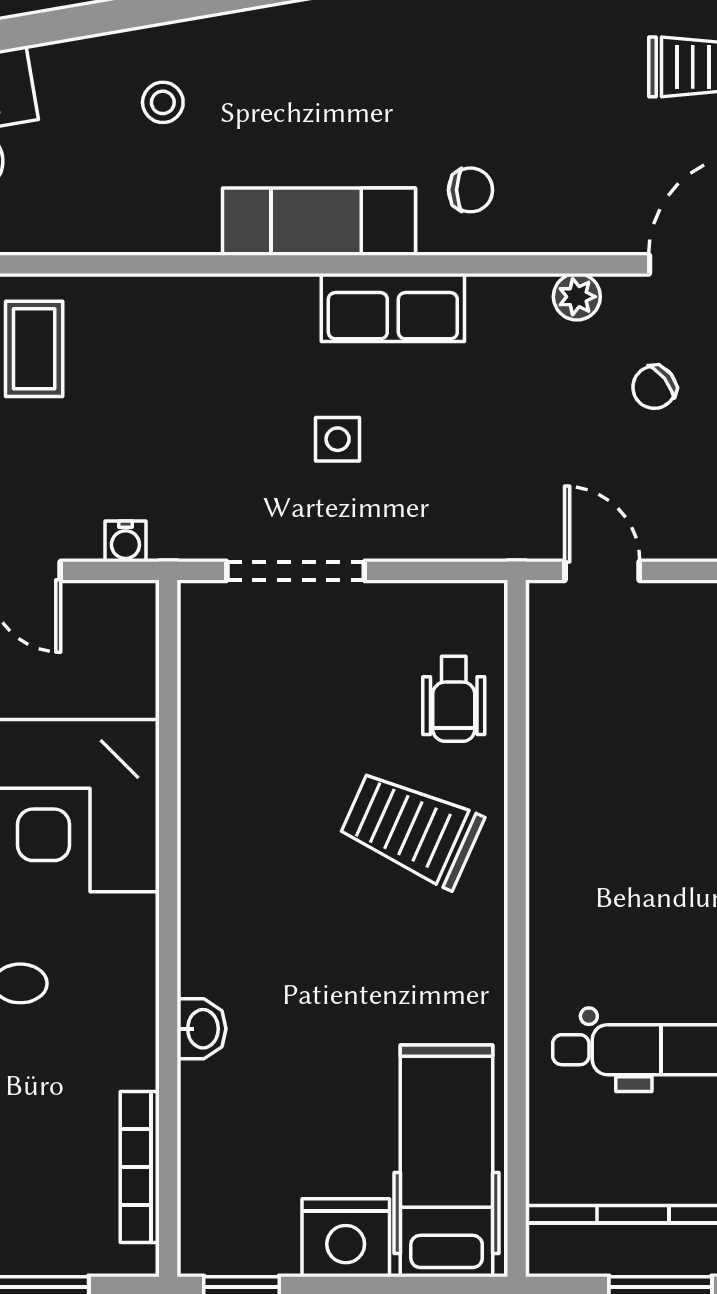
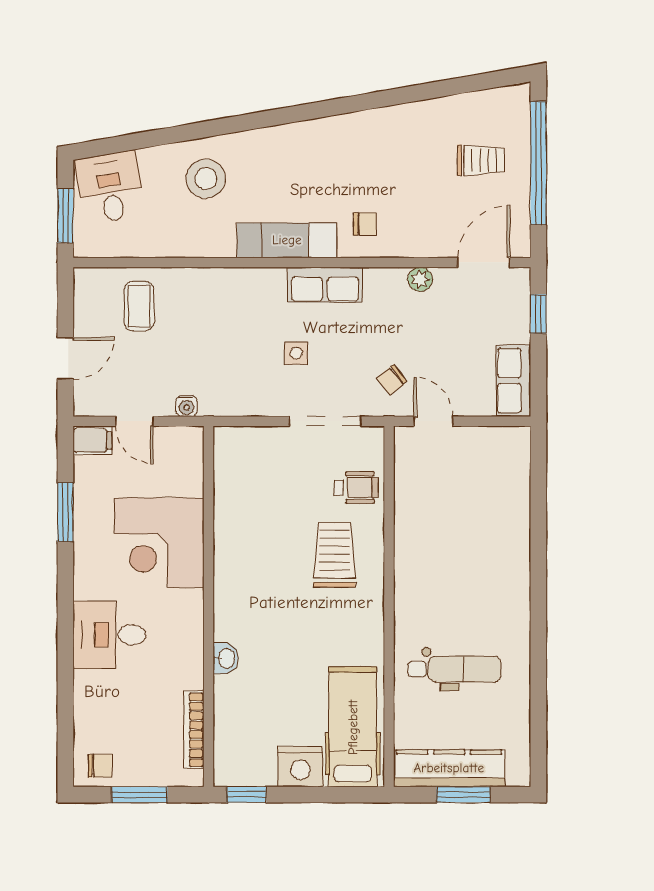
stool: (163, 102) -> (206, 179), width x1.89, depth x1.89
chair: (654, 387) -> (392, 380), moved
doorway: (296, 571) -> (325, 421), moved
wheelchair: (454, 699) -> (356, 488), turned -90
trolley: (411, 829) -> (334, 555), turned 66

